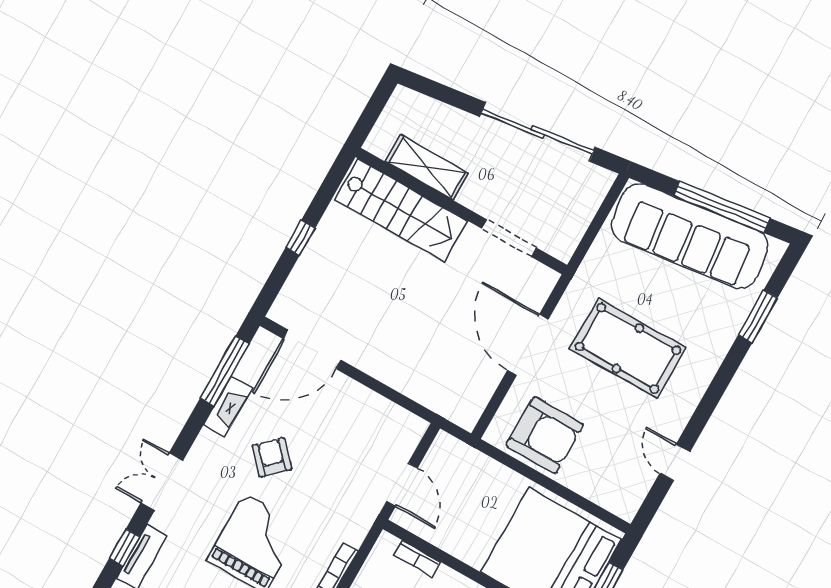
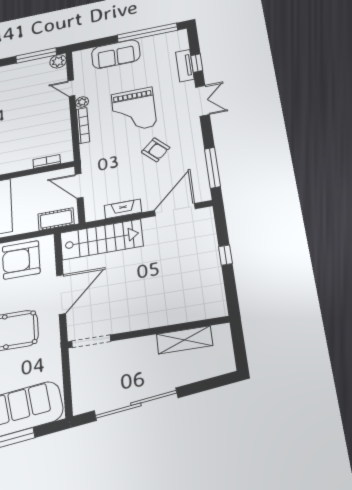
stairs: (401, 210) -> (101, 239), moved, turned 180
doorway: (509, 238) -> (91, 341), moved
door: (528, 345) -> (61, 294), hinge flipped
fireplace: (228, 407) -> (123, 209), moved, turned 90
cot: (463, 459) -> (56, 219), added

